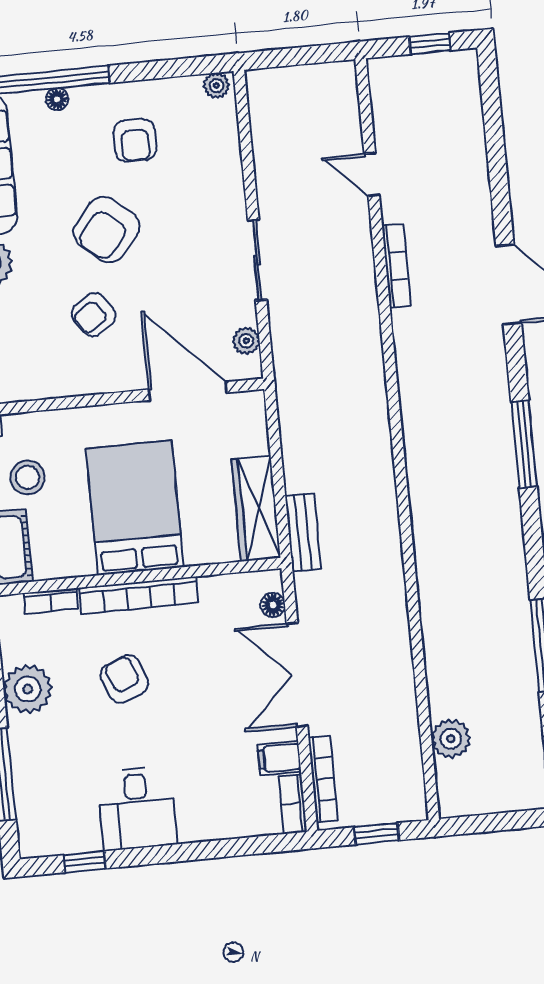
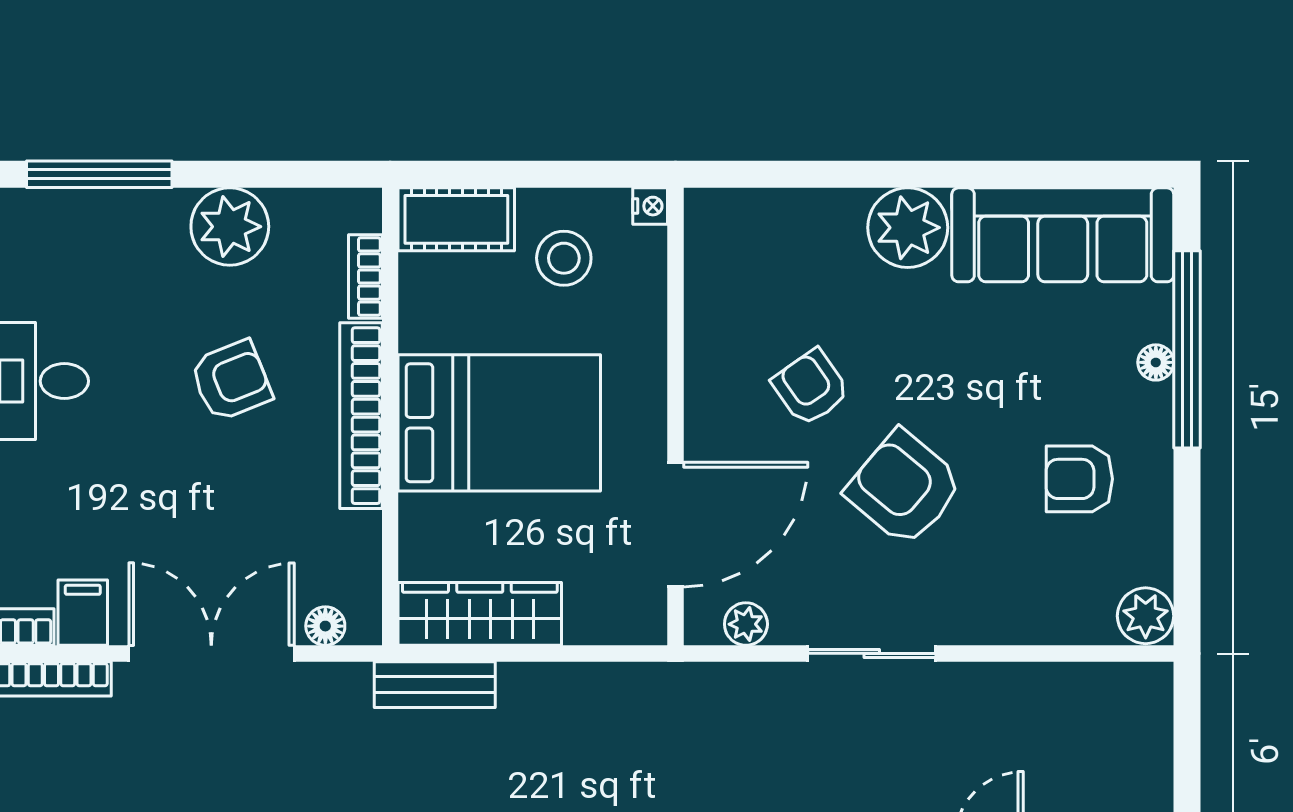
plant: (216, 86) -> (1146, 616), width x1.38, depth x1.38
armchair: (106, 230) -> (904, 488), moved

